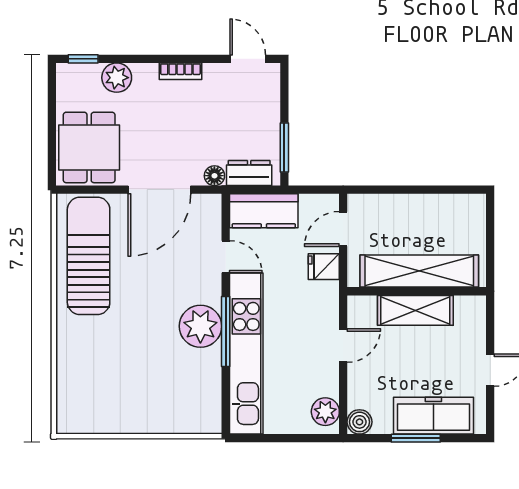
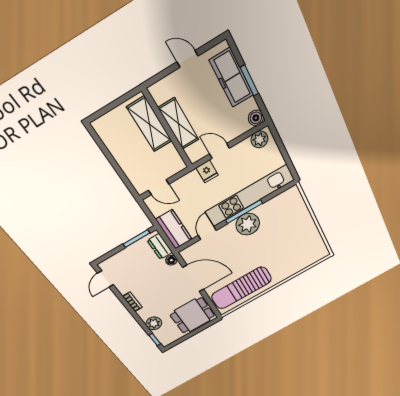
fridge: (324, 267) -> (207, 171), moved
shelving: (419, 271) -> (150, 124), width x0.68

